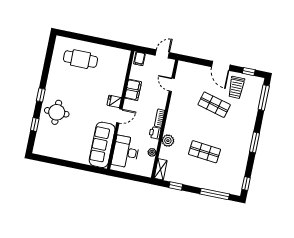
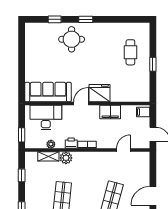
window: (96, 40) -> (153, 64), added
cafe table: (80, 59) -> (130, 52), width x0.73, depth x0.74
fridge: (114, 101) -> (99, 93), width x1.88, depth x1.34
door: (119, 116) -> (81, 103), swing flipped
shelving: (161, 169) -> (48, 156), moved
window: (138, 178) -> (22, 135), added

